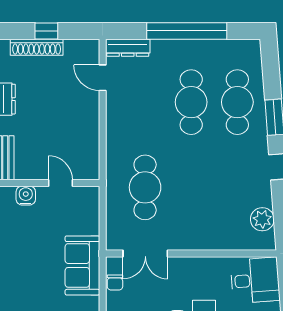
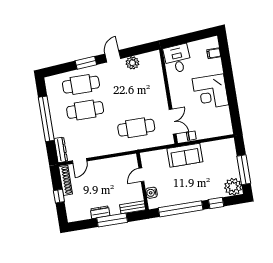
shoe rack: (37, 47) -> (65, 180), moved
plant: (262, 219) -> (132, 63), moved

